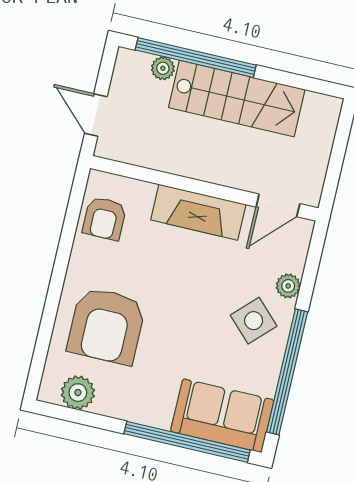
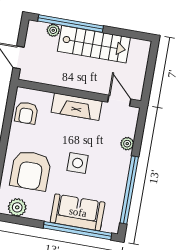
door: (278, 205) -> (119, 101), swing flipped
side table: (254, 321) -> (78, 163), moved, turned 45
sofa: (222, 416) -> (78, 212), moved

